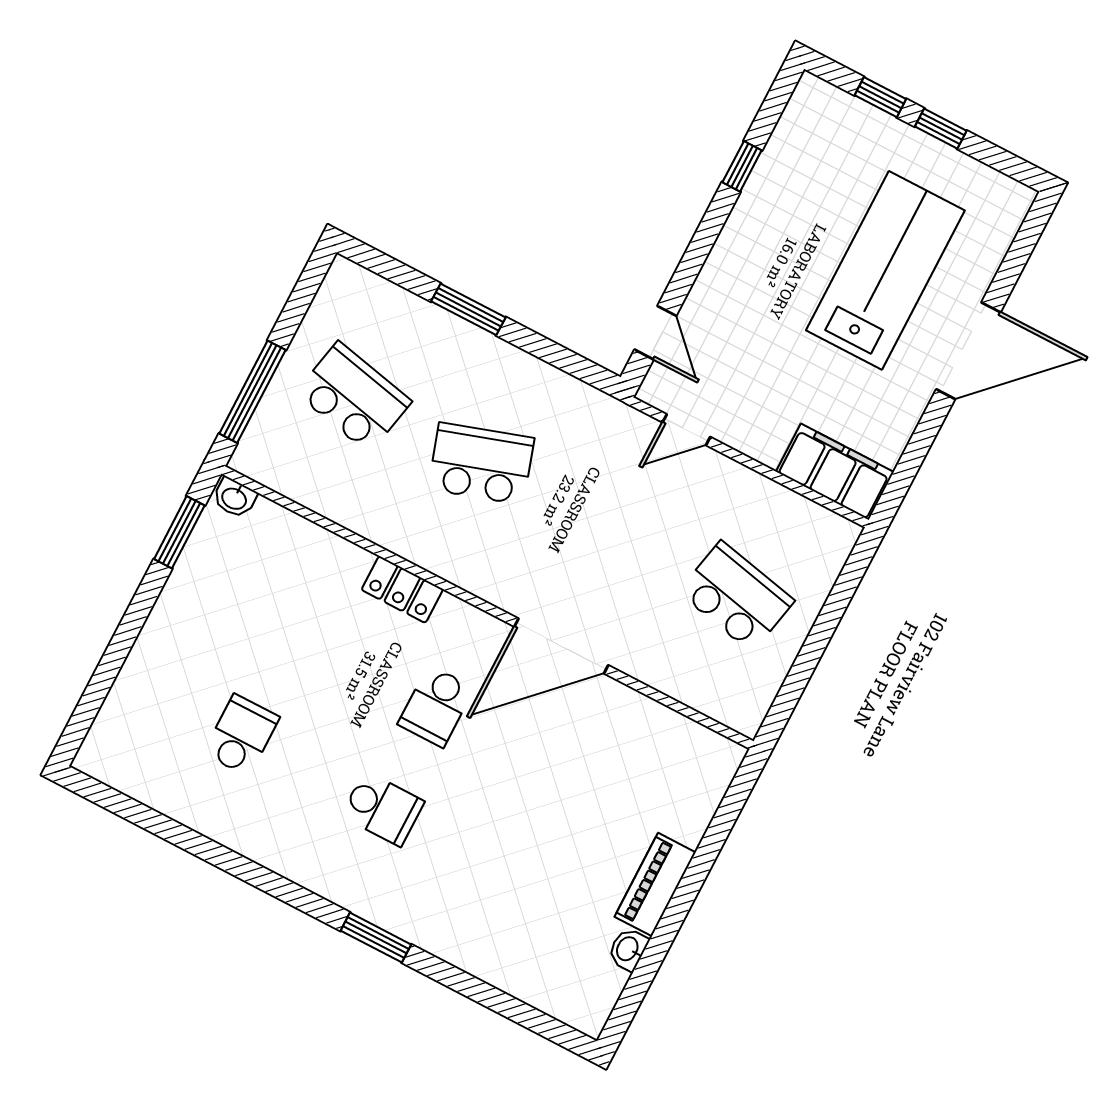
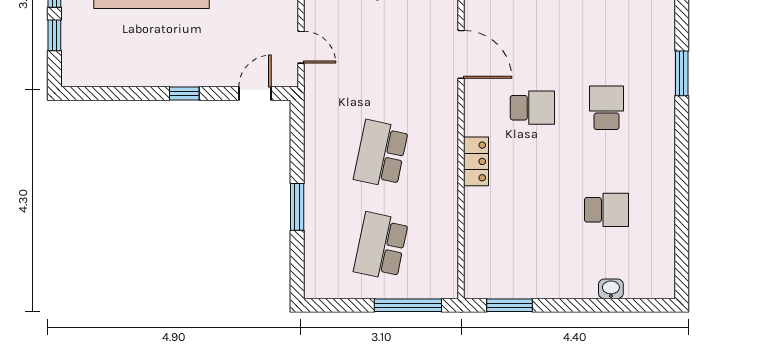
window: (742, 166) -> (184, 93), moved
school desk: (481, 464) -> (381, 154), turned 30
washbasin: (234, 498) -> (611, 289), moved, turned -90
door: (561, 646) -> (461, 54), width x0.73
school desk: (241, 735) -> (607, 210), turned 180

